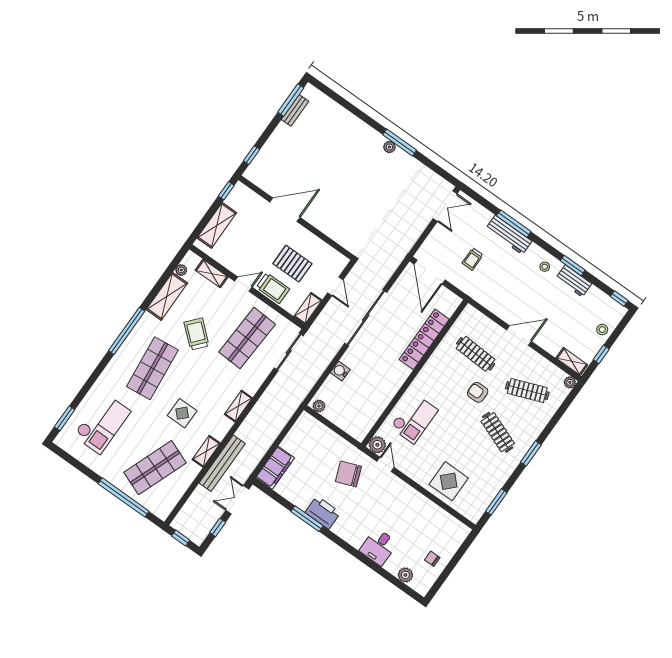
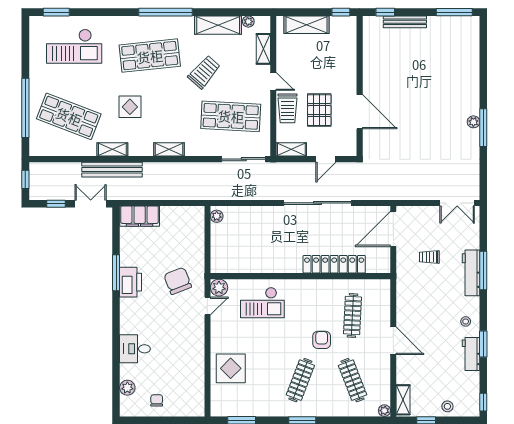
bench: (295, 110) -> (405, 22), moved, width x1.36
door: (285, 210) -> (360, 112), moved
water cooler: (340, 371) -> (258, 213), removed

